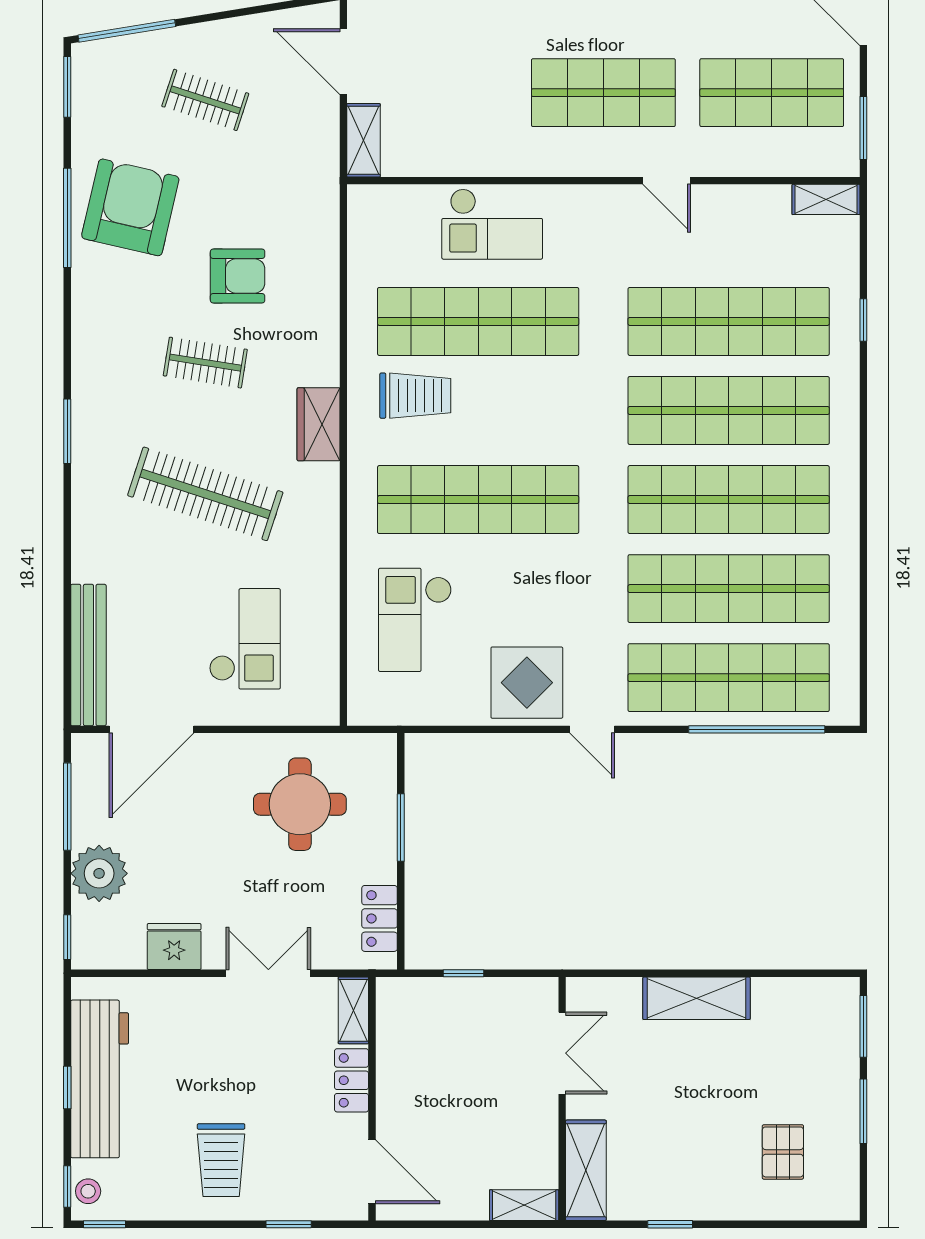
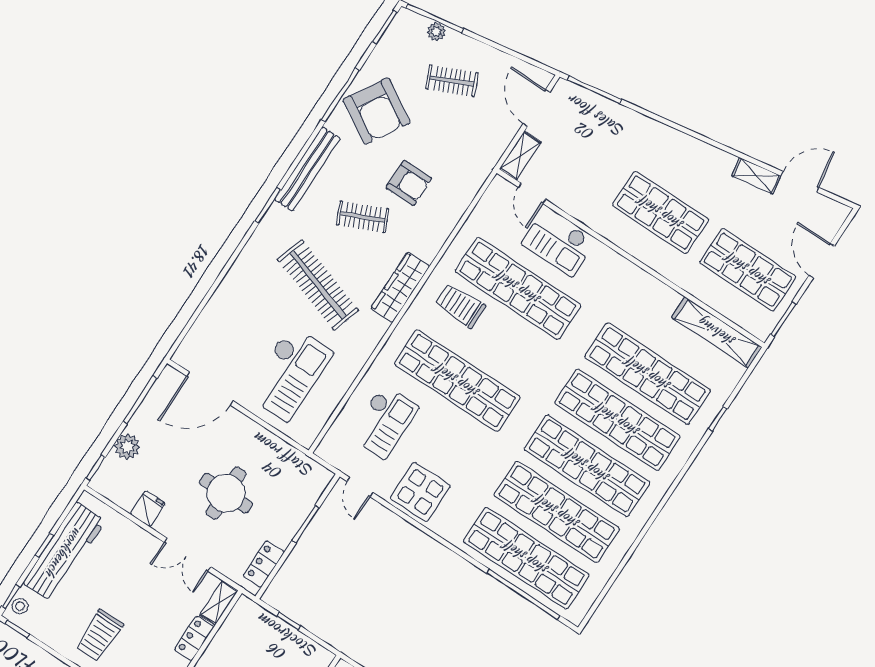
plant: (140, 47) -> (436, 32), added
clothes rail: (205, 100) -> (452, 81), turned -42
door: (667, 181) -> (532, 193), moved
shelving: (826, 199) -> (717, 332), width x2.20, depth x1.33
armchair: (130, 207) -> (377, 111), turned 108
clothes rail: (205, 363) -> (363, 217), turned -33
trolley: (415, 396) -> (460, 305), turned 180
wardrobe: (319, 424) -> (400, 287), width x1.50
checkout: (415, 620) -> (384, 421), turned 180
checkout: (245, 639) -> (289, 373), width x1.36, depth x1.21
bench: (88, 655) -> (307, 169), moved
door: (592, 729) -> (360, 487), moved
round table: (300, 804) -> (226, 493), moved
plant: (99, 873) -> (127, 447), width x0.73, depth x0.73
fridge: (174, 947) -> (148, 509), width x0.72
double door: (268, 973) -> (188, 555), swing flipped

